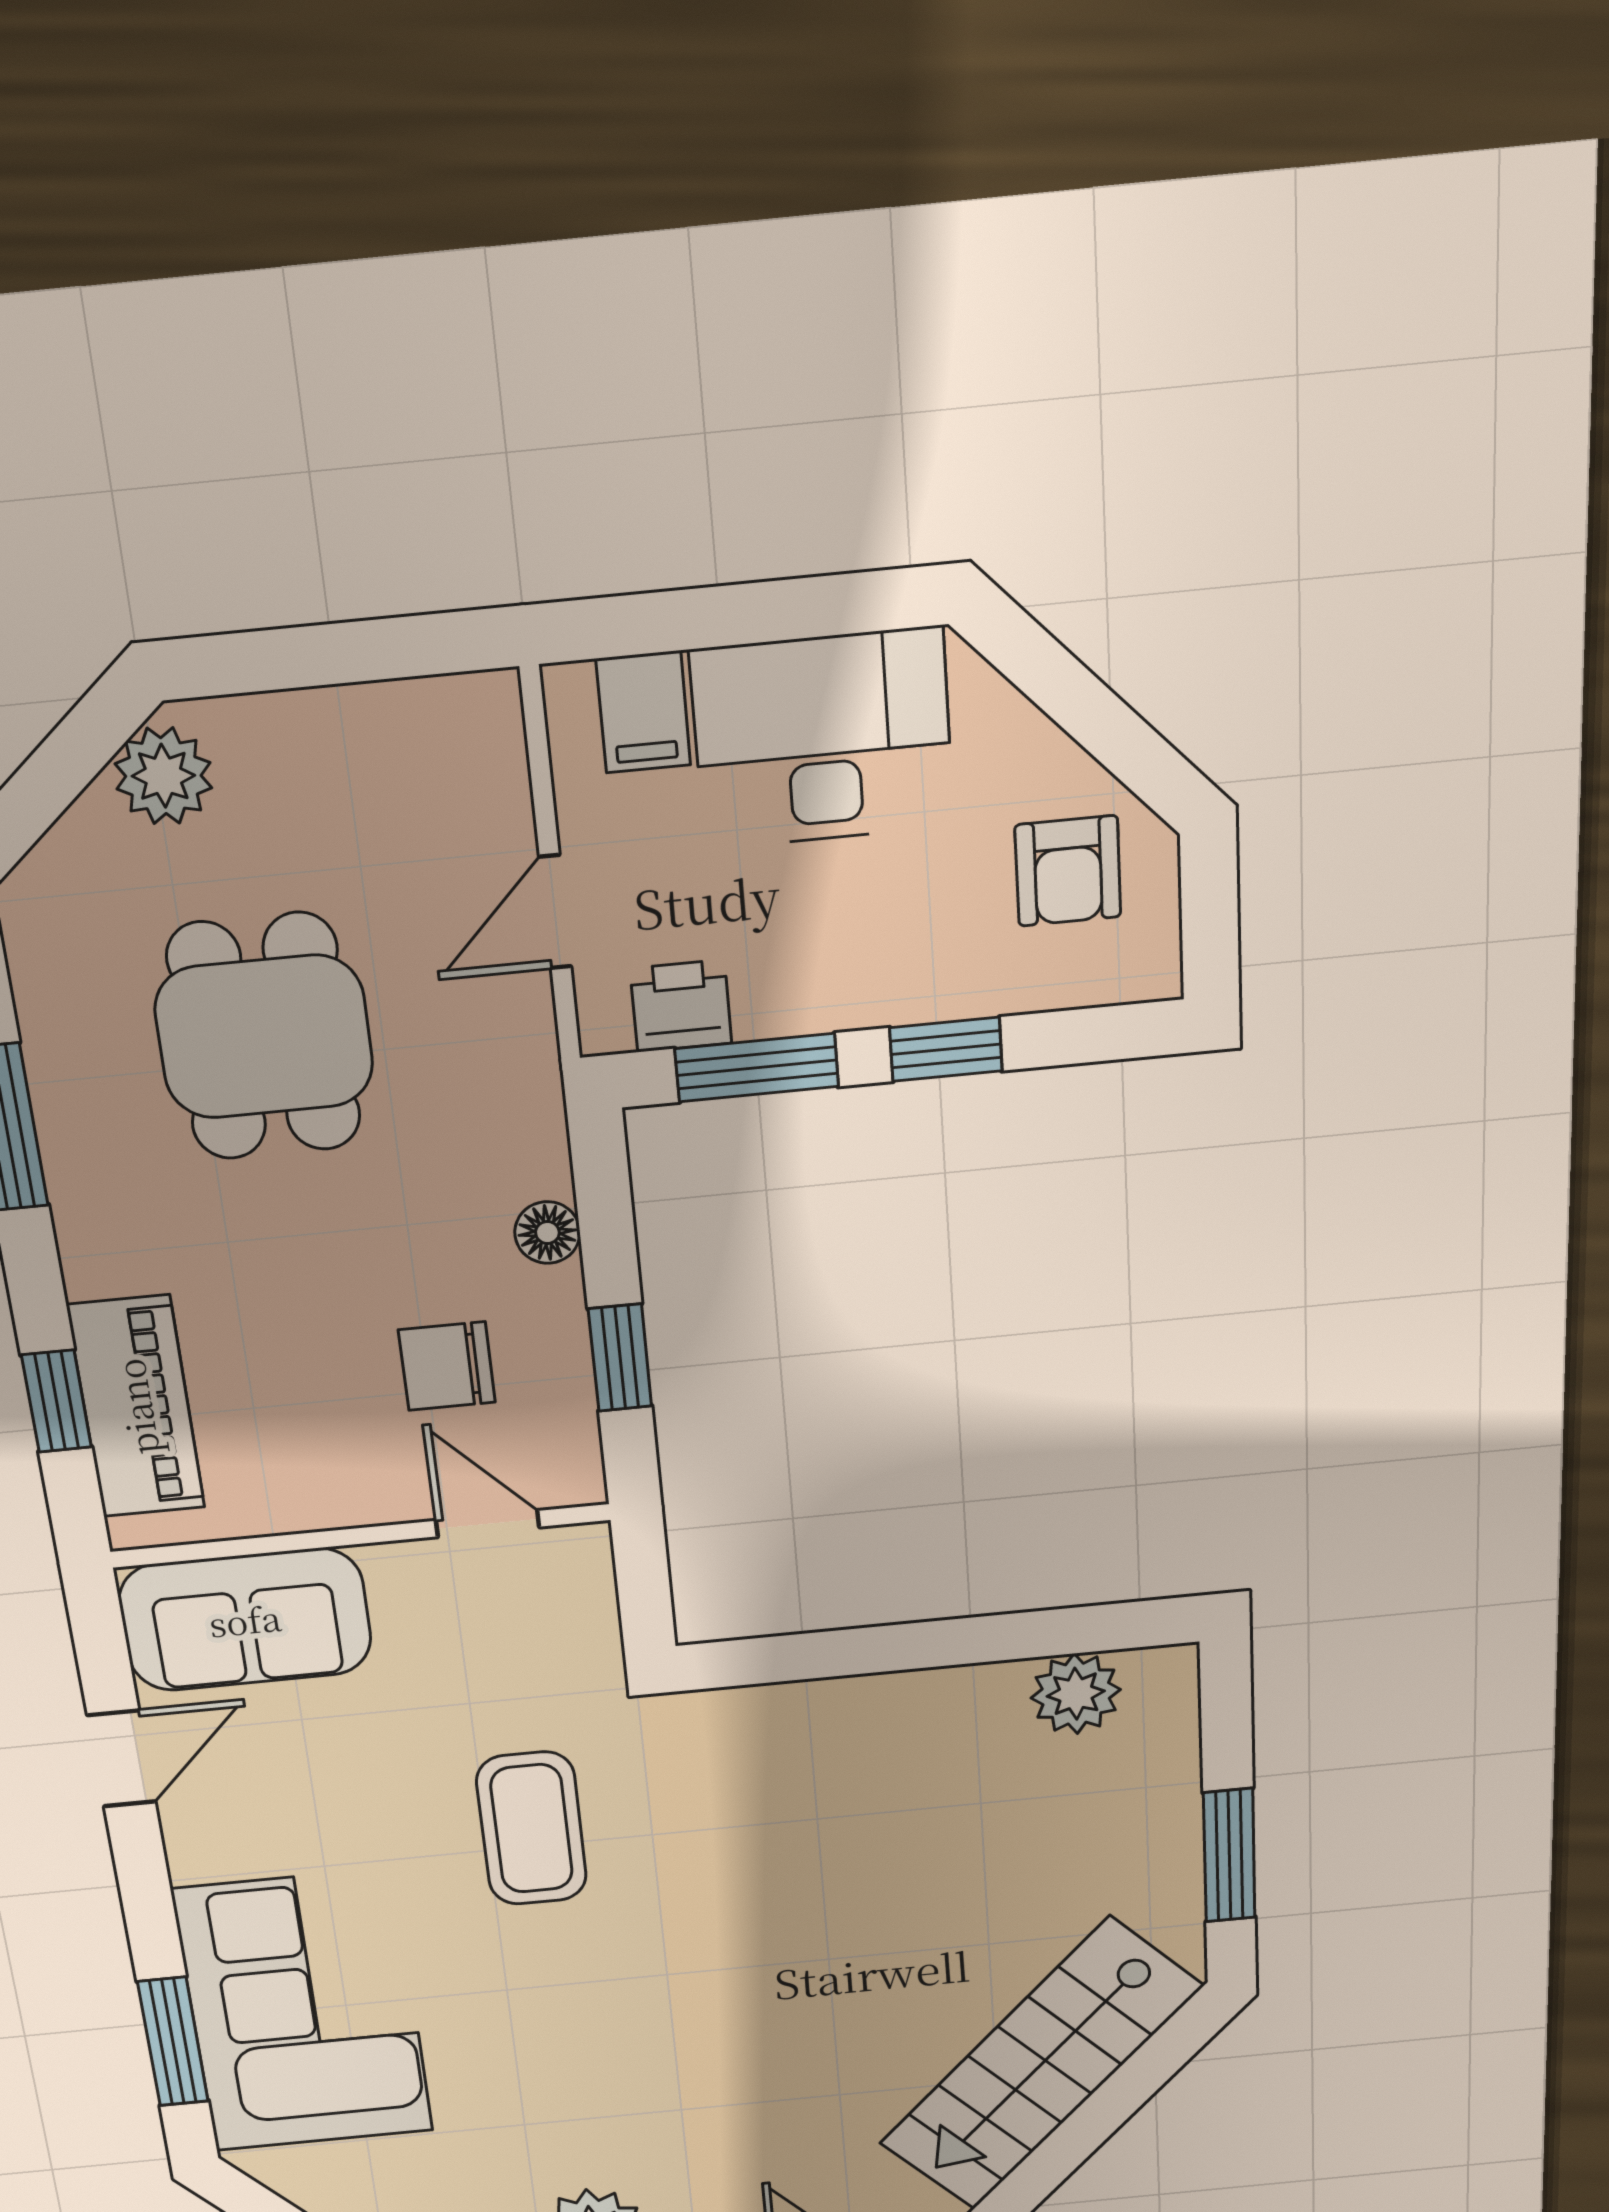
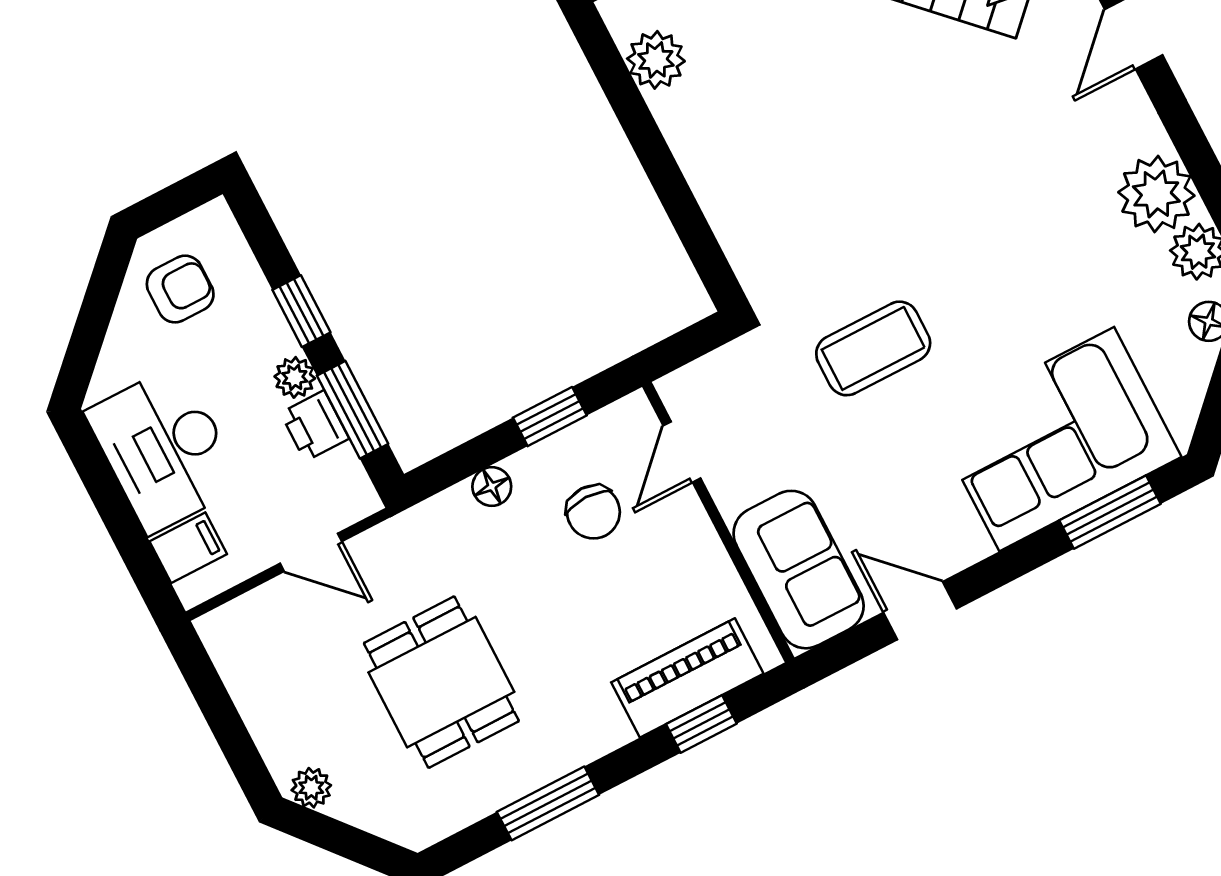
plant: (163, 776) -> (311, 788), width x0.73, depth x0.73
plant: (847, 998) -> (295, 377), added
printer: (681, 1006) -> (315, 426), moved
dining table: (264, 1037) -> (441, 682), turned 90

